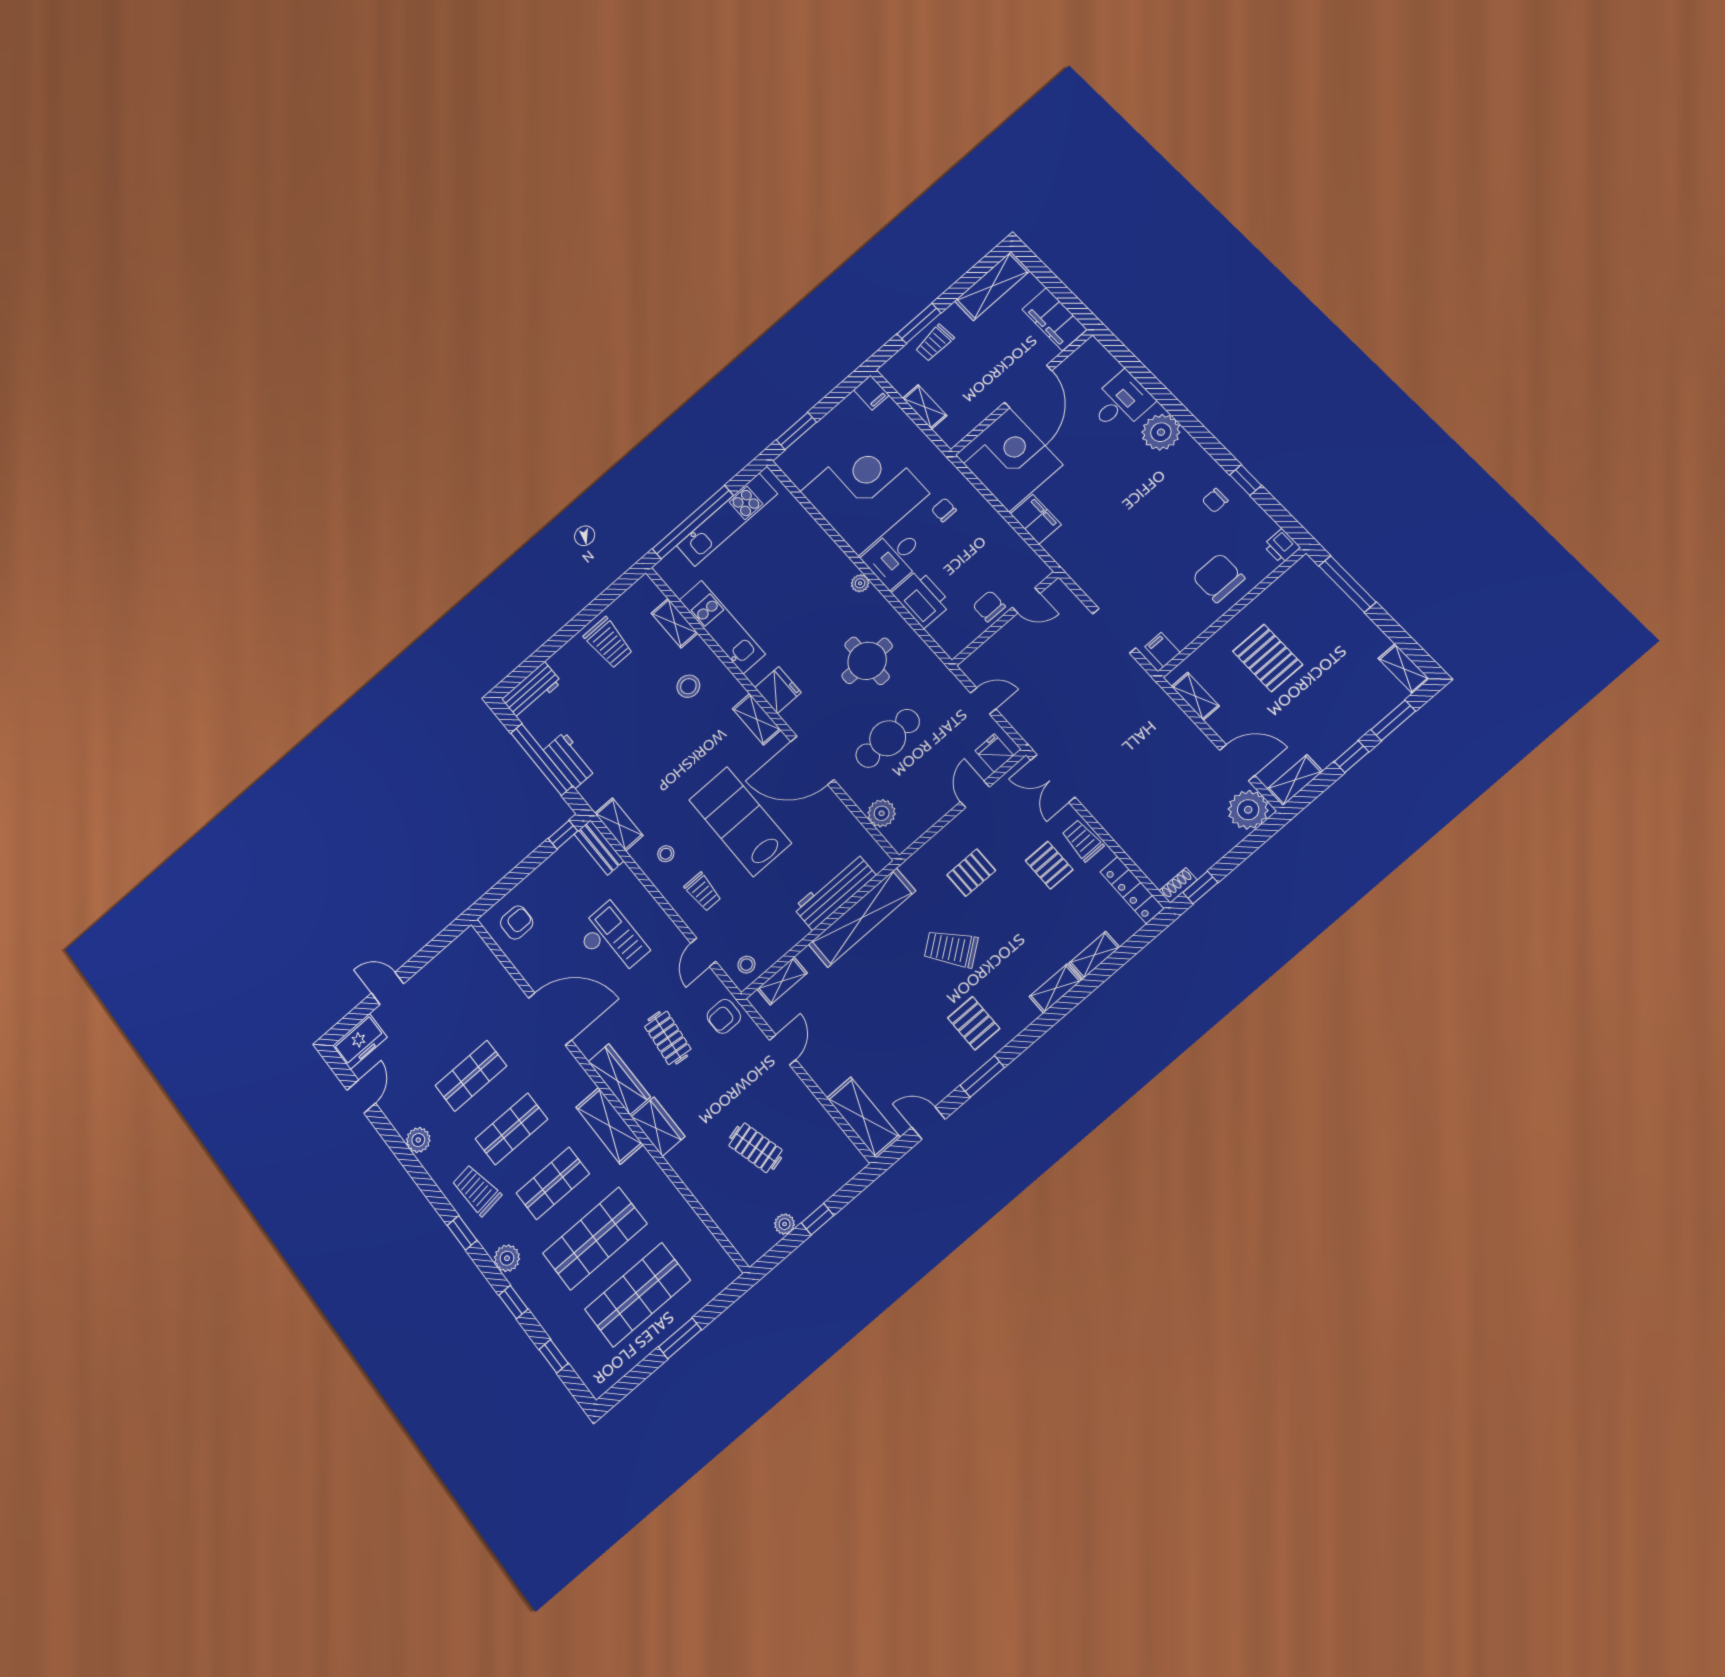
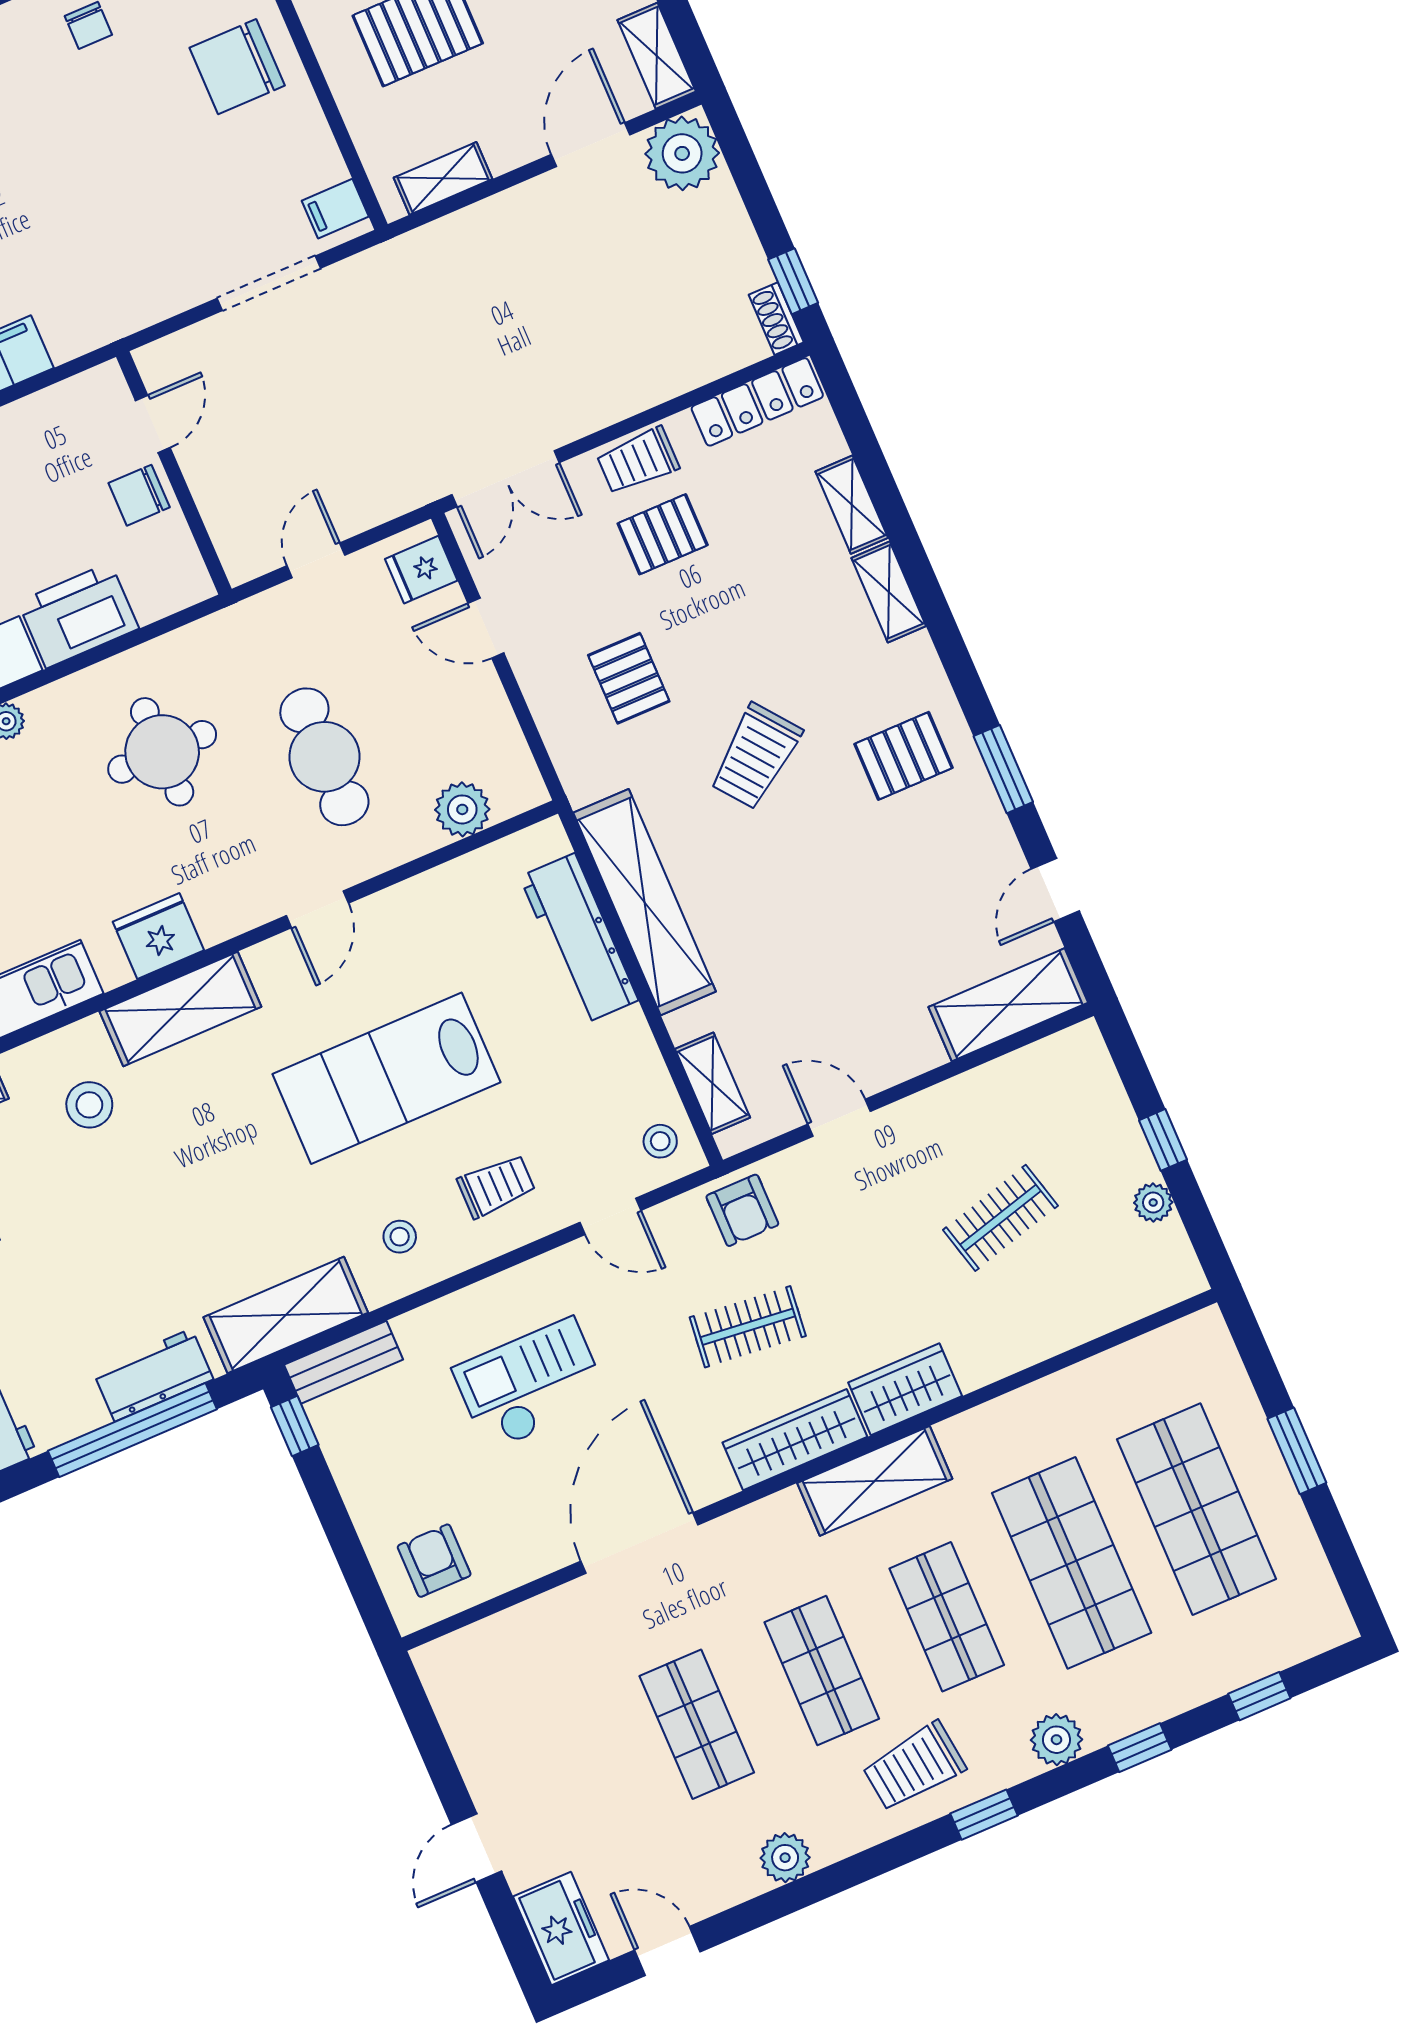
shelving: (757, 719) -> (180, 1009), width x1.50, depth x1.33
door: (812, 761) -> (317, 909), width x0.53
shelving: (619, 824) -> (286, 1315), width x1.50, depth x1.33

